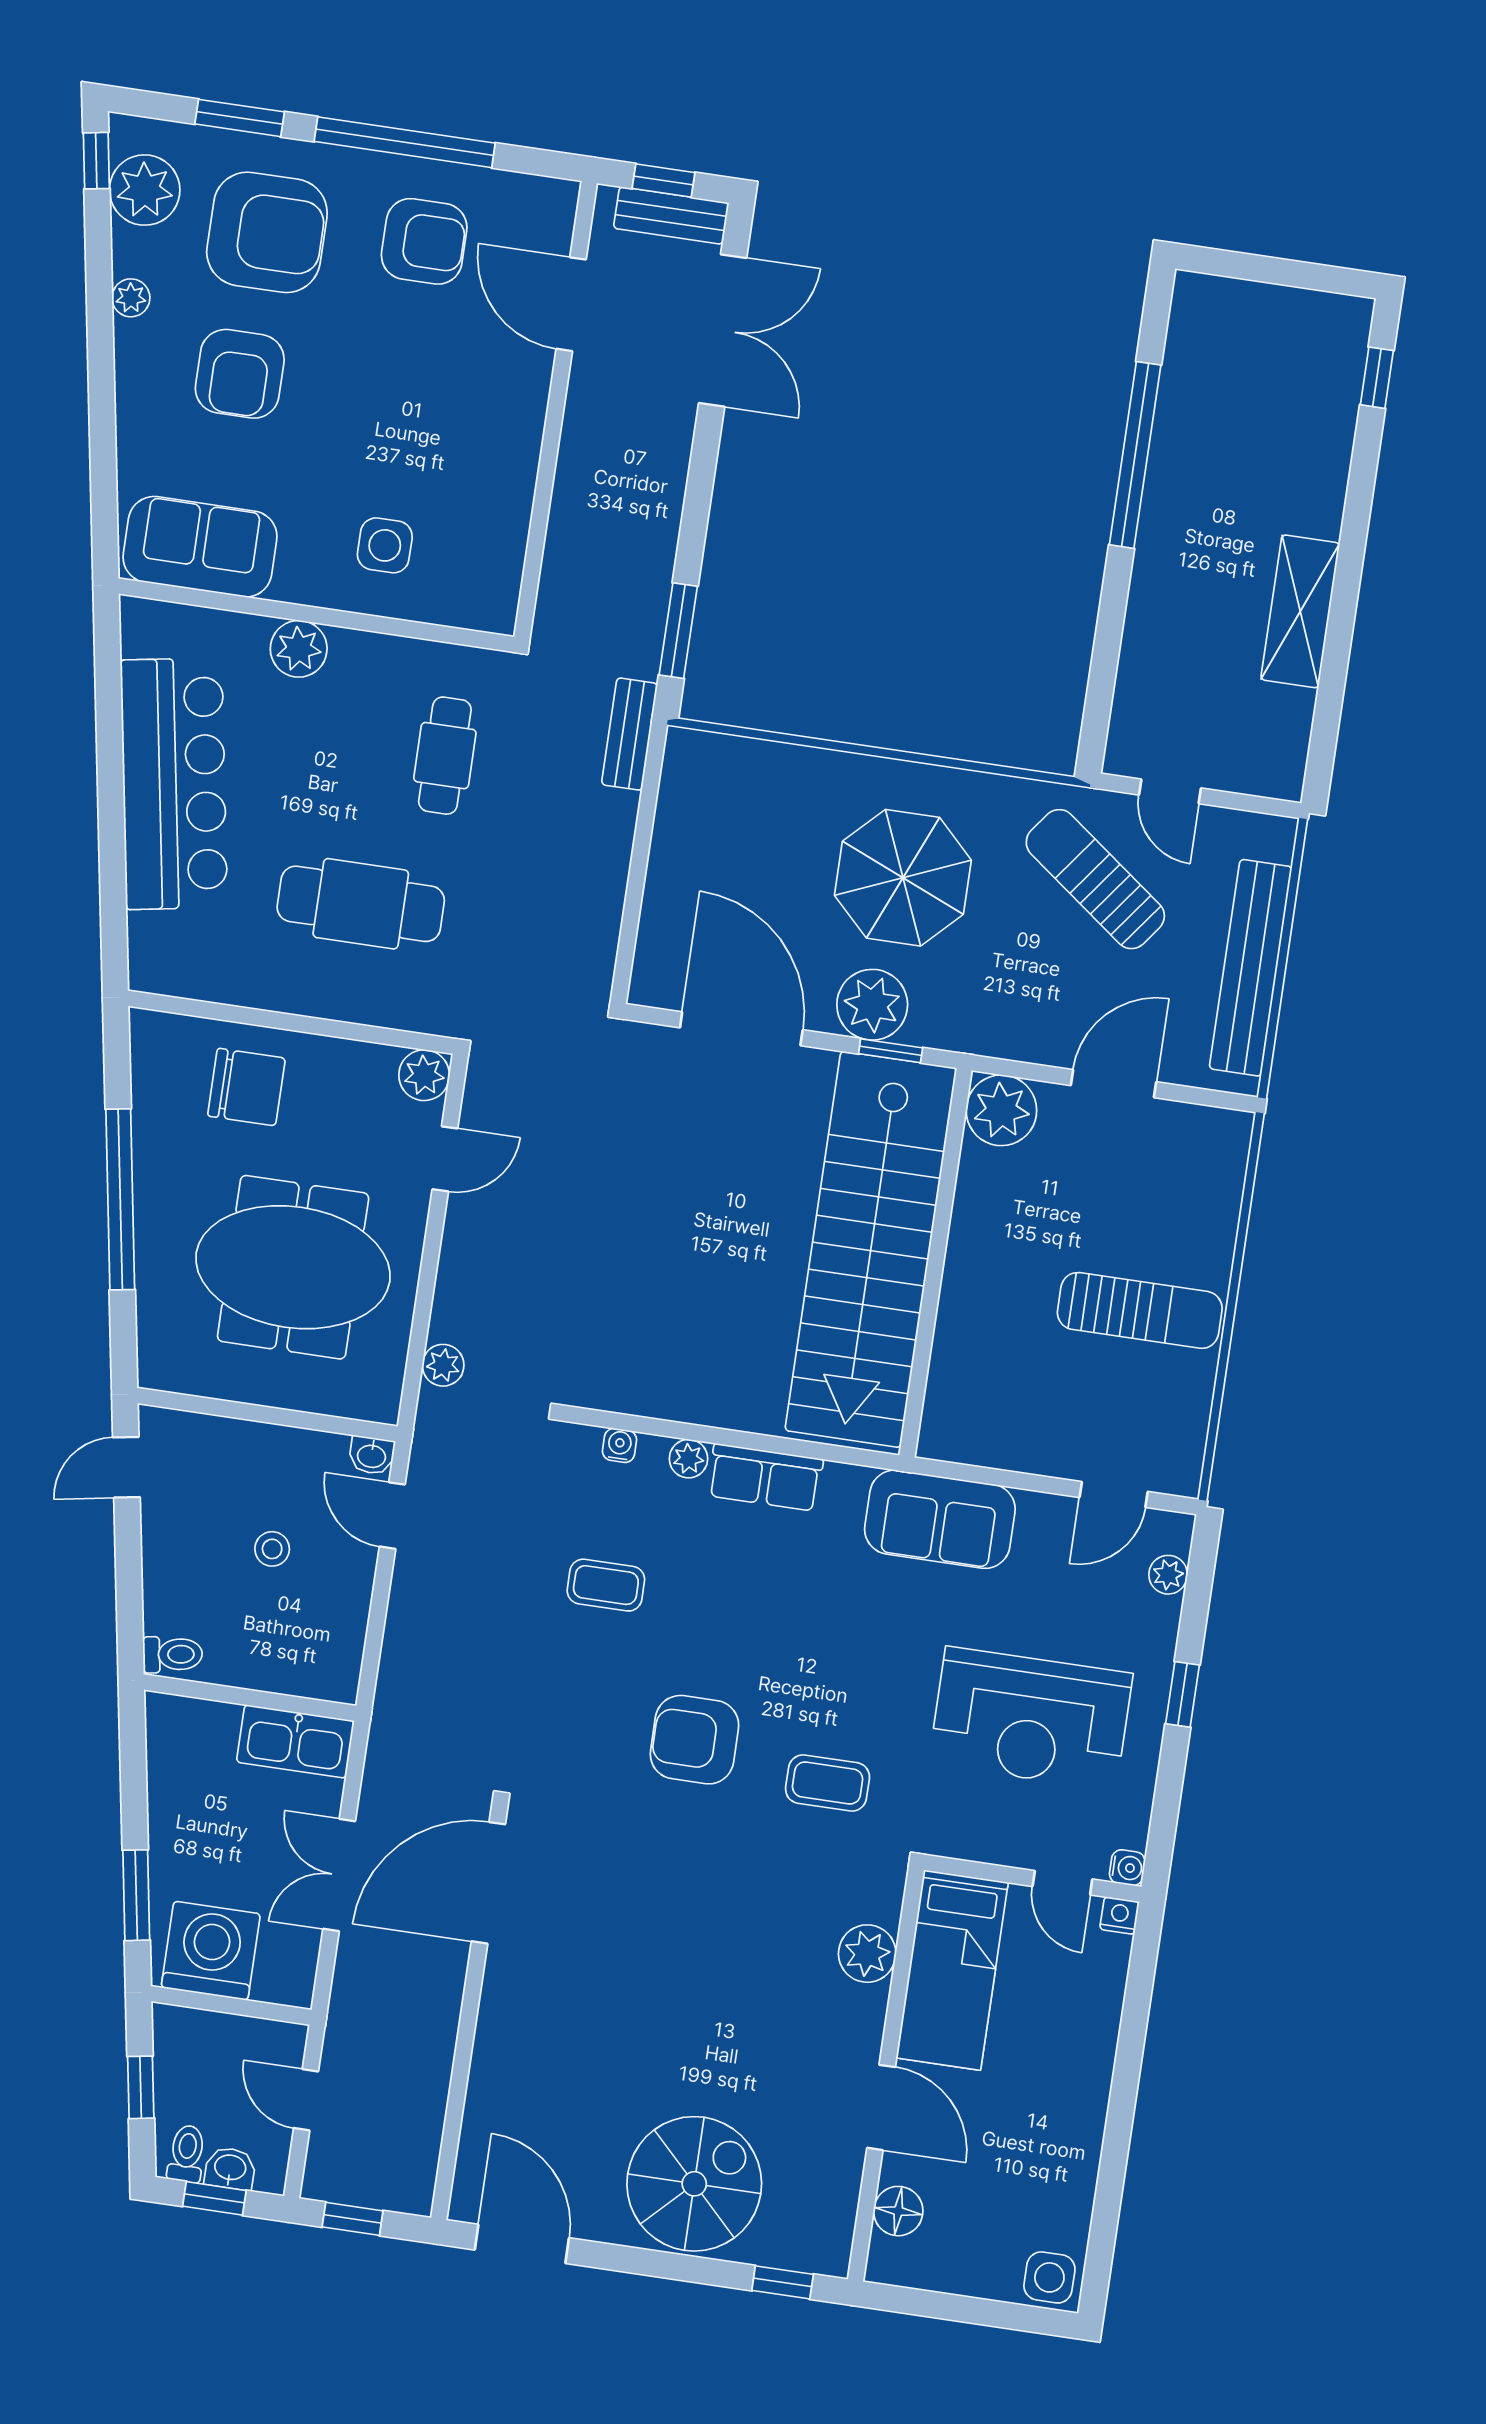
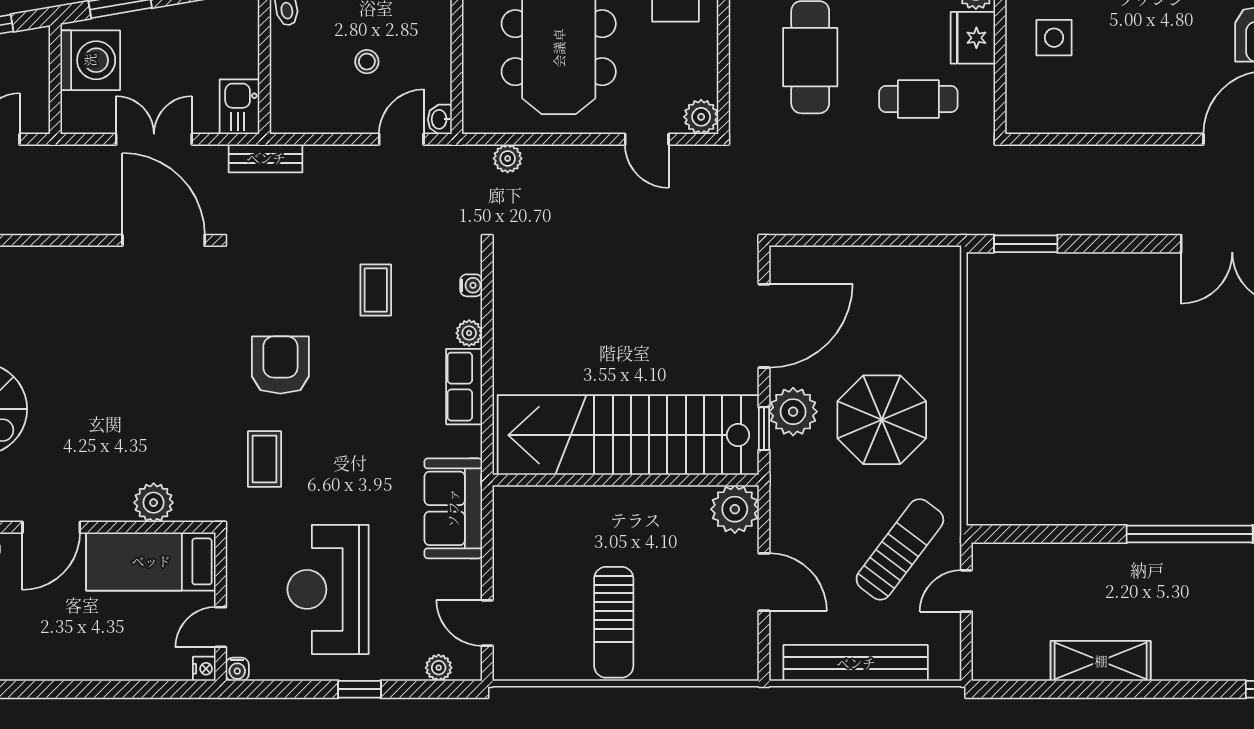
fridge: (368, 663) -> (973, 38), added
bench: (630, 734) -> (266, 158), moved
kitchen sink: (295, 1741) -> (240, 107), width x0.73

